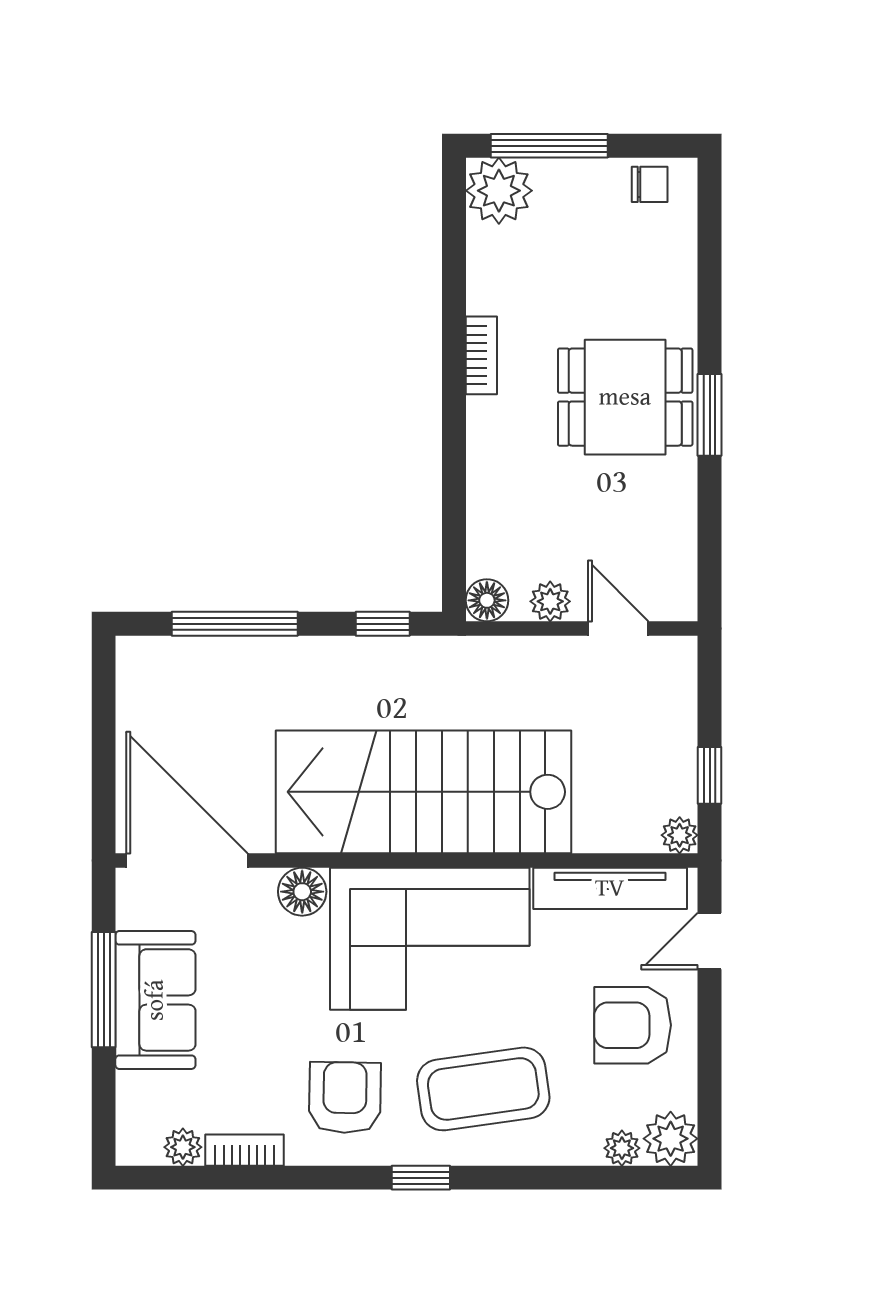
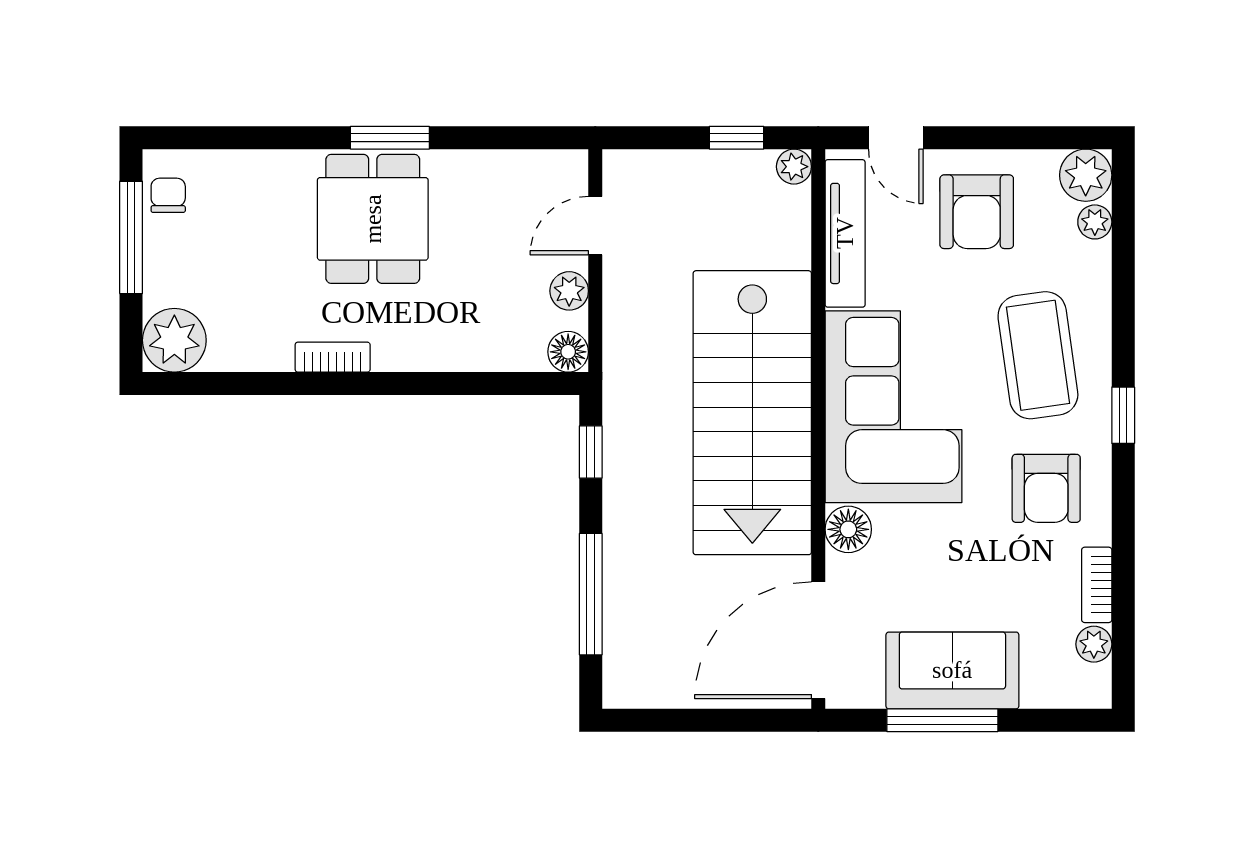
window: (549, 146) -> (131, 237), moved
armchair: (345, 1098) -> (1046, 488), turned -91

